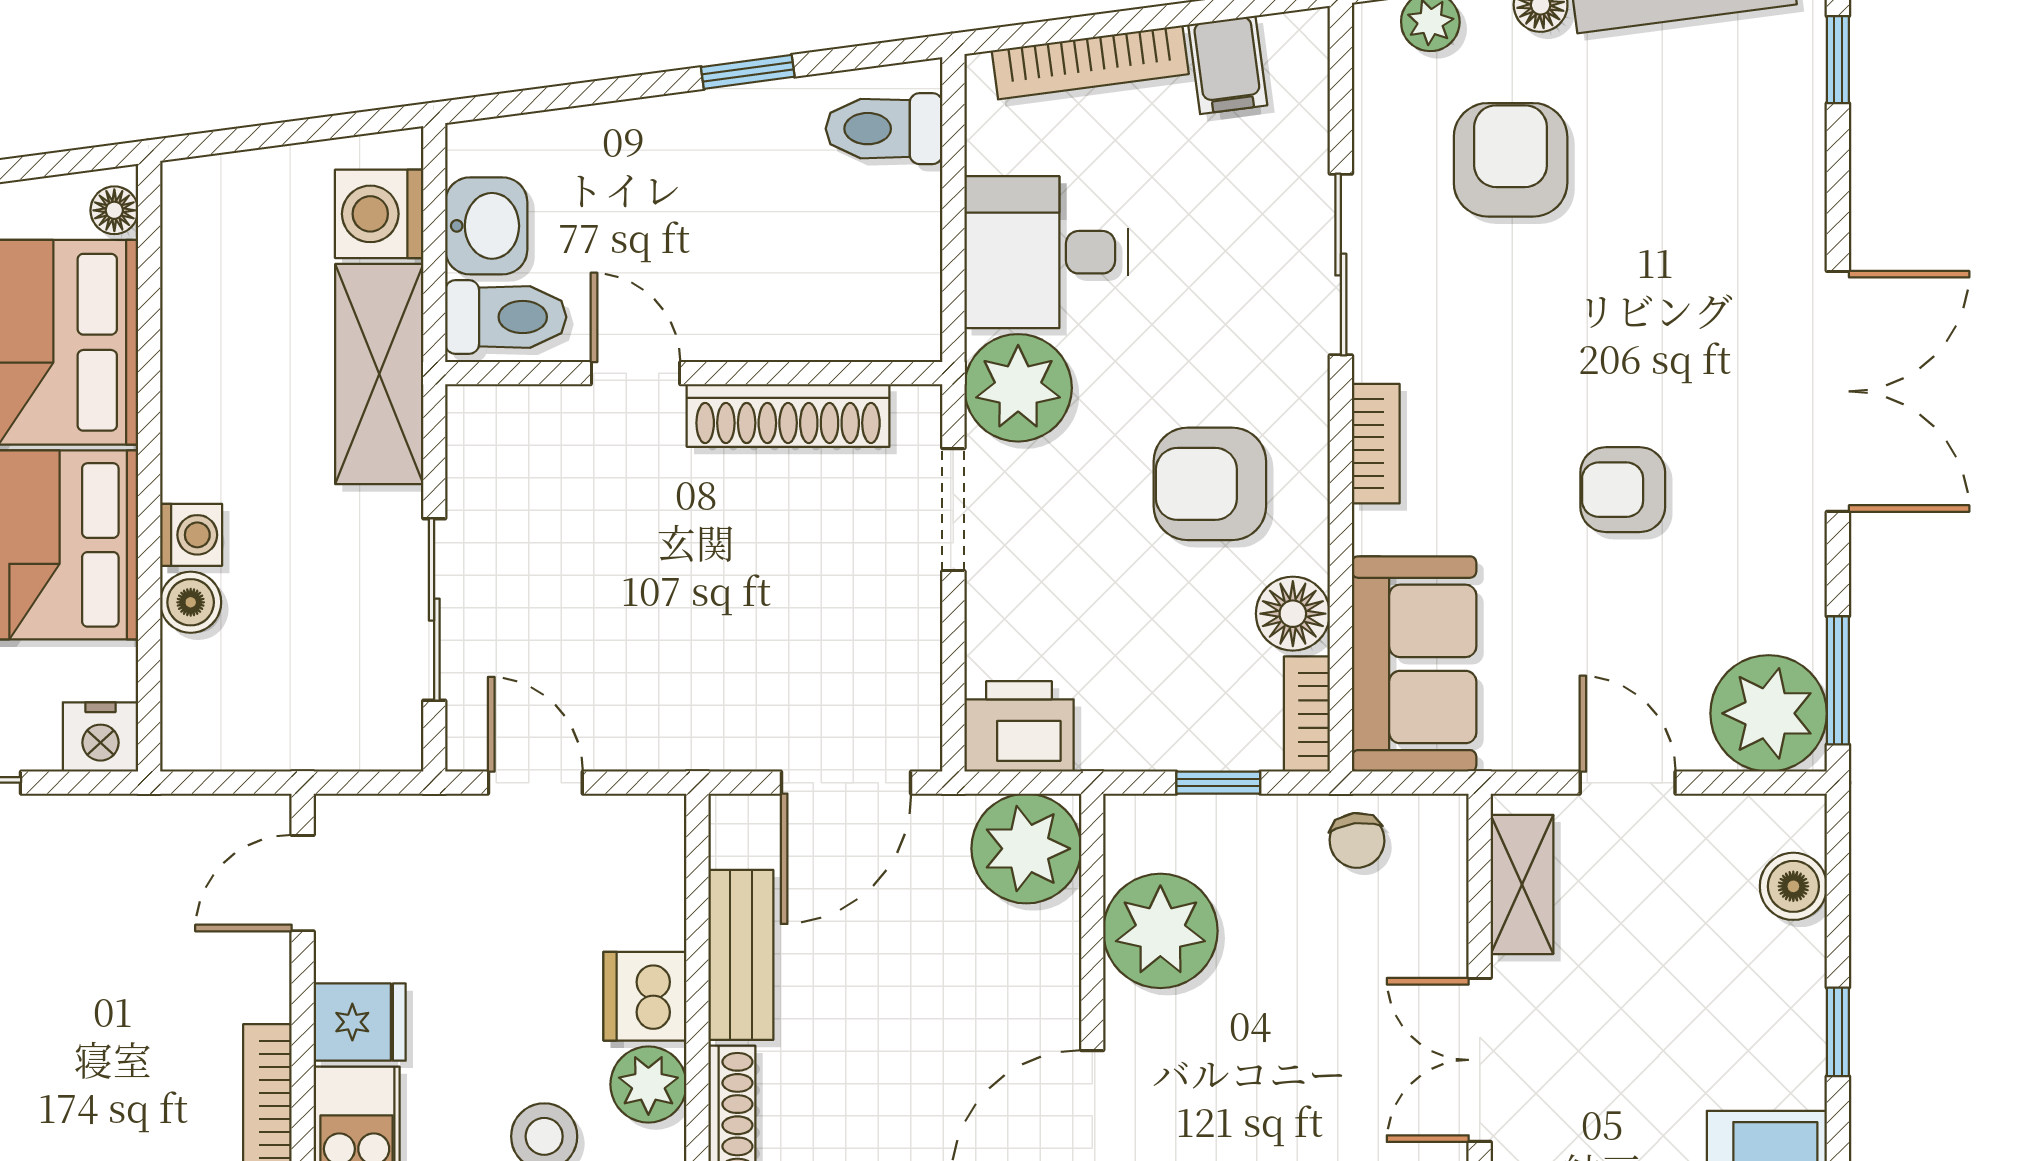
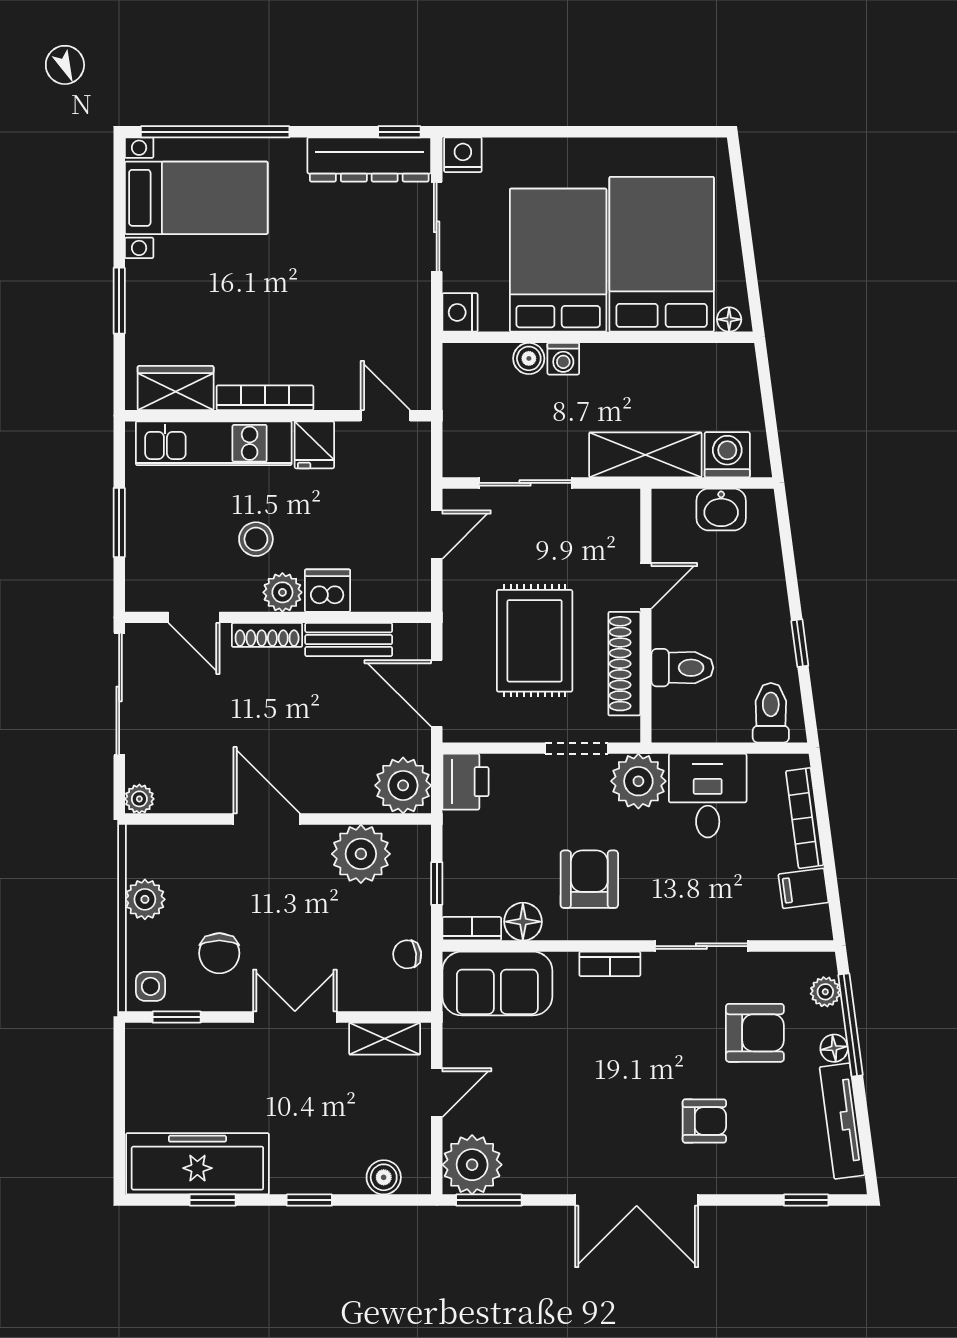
toilet: (506, 317) -> (682, 668), moved, turned -90
armchair: (1623, 490) -> (704, 1121), moved, turned 90
rug: (743, 591) -> (535, 641), added

